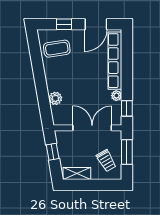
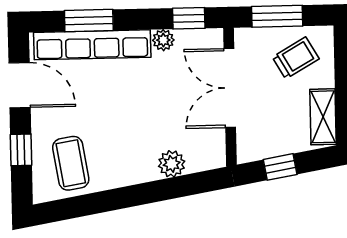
window: (127, 59) -> (89, 21), added

